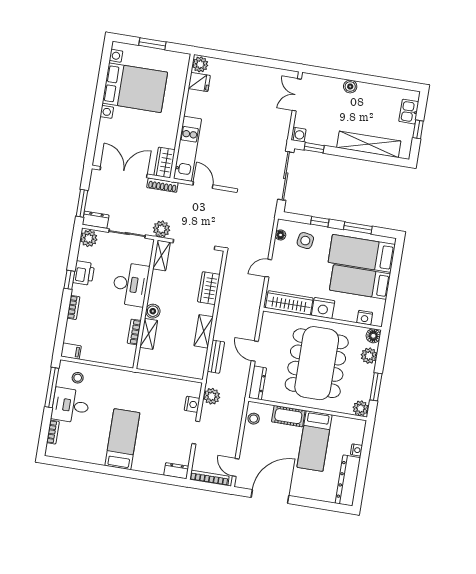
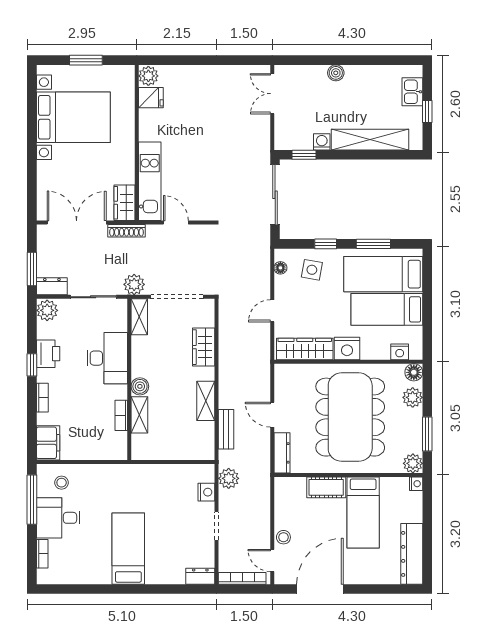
washing machine: (298, 135) -> (322, 142), moved, turned -90
filing cabinet: (71, 351) -> (48, 443), width x2.00
stool: (254, 419) -> (283, 537), moved
nightstand: (356, 450) -> (416, 484), moved

